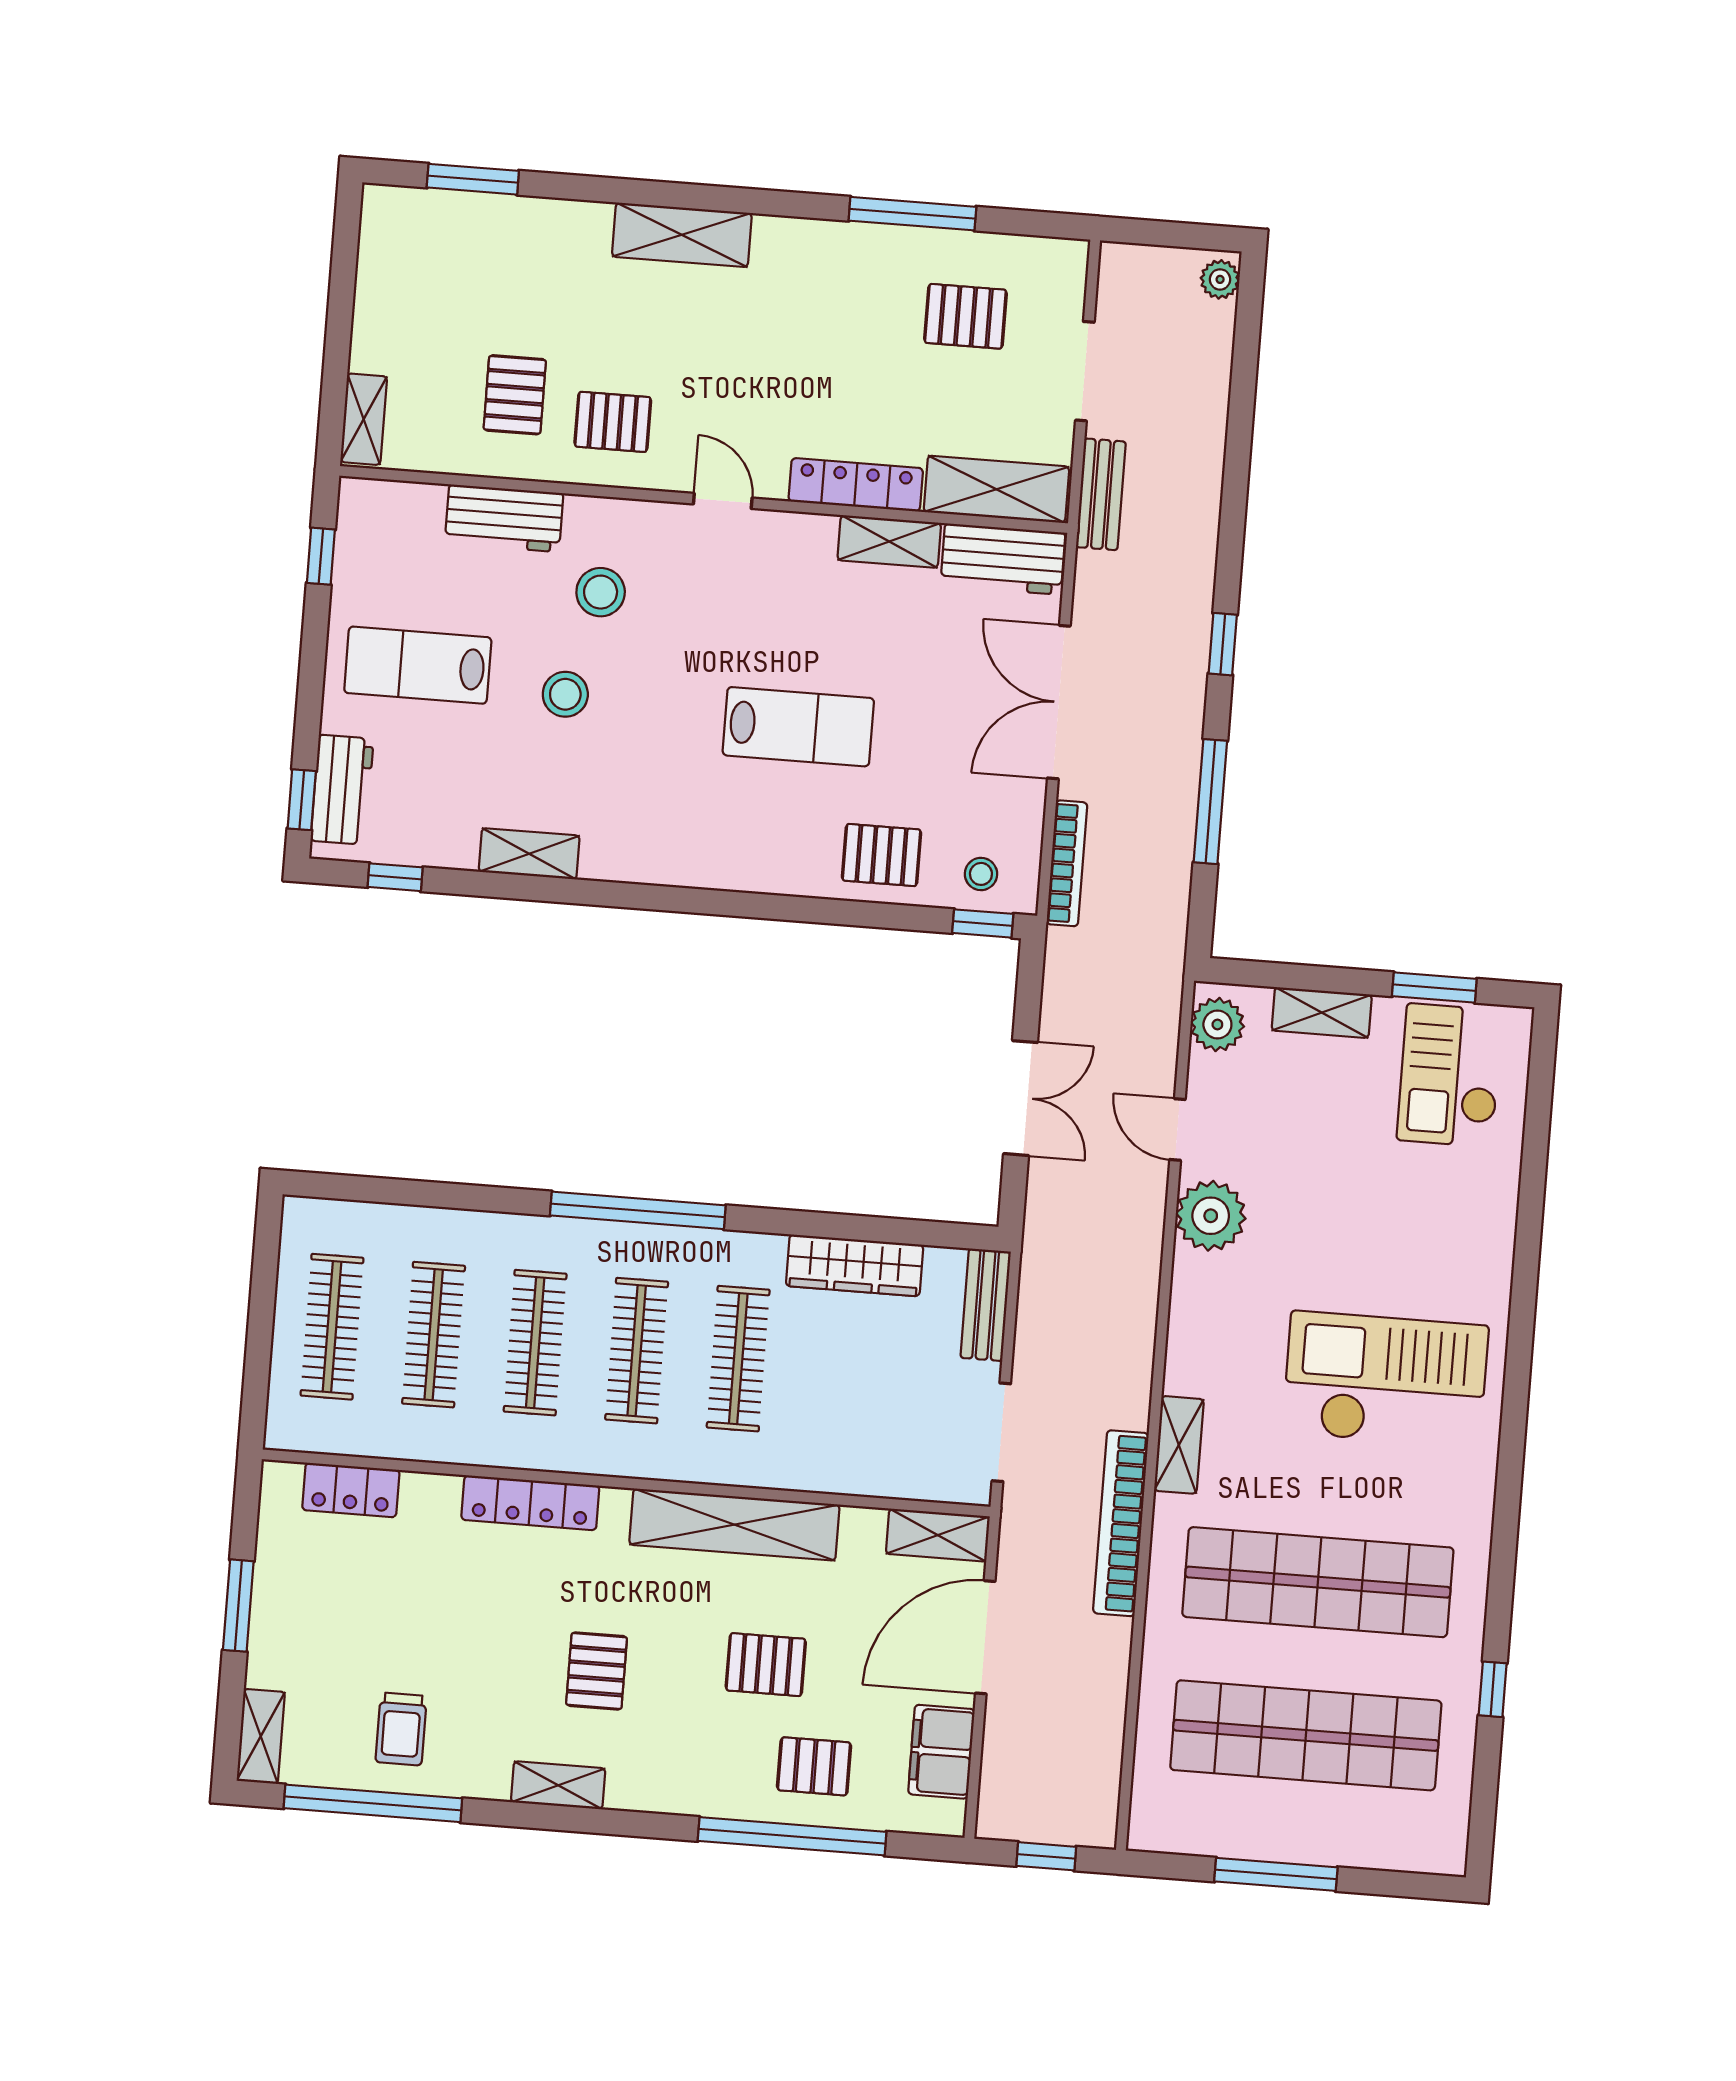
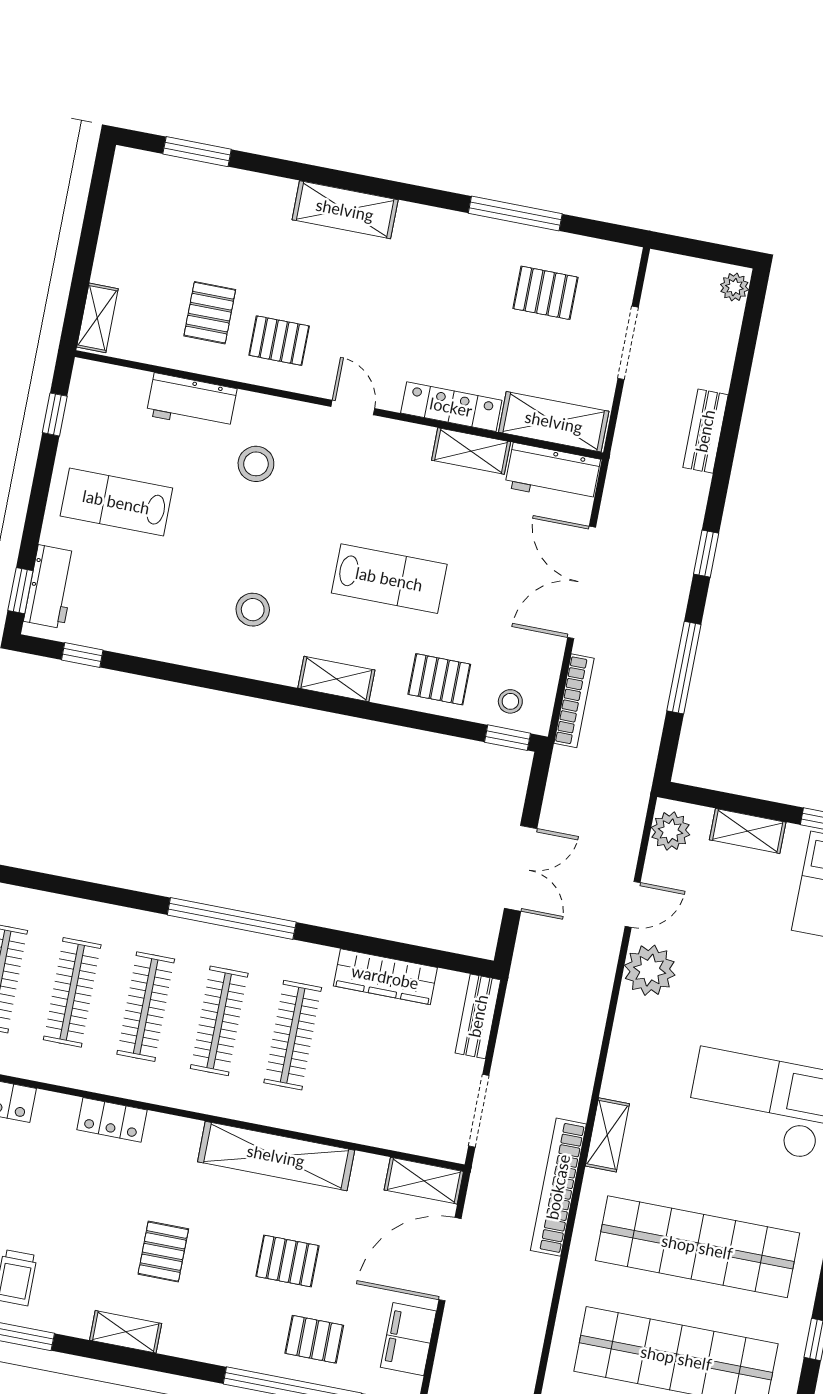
bench: (1101, 494) -> (705, 431), moved
stool: (565, 694) -> (253, 610), moved
shelving: (529, 854) -> (336, 679), moved
door: (1177, 1129) -> (633, 904), swing flipped
locker: (530, 1503) -> (112, 1120), width x0.66

